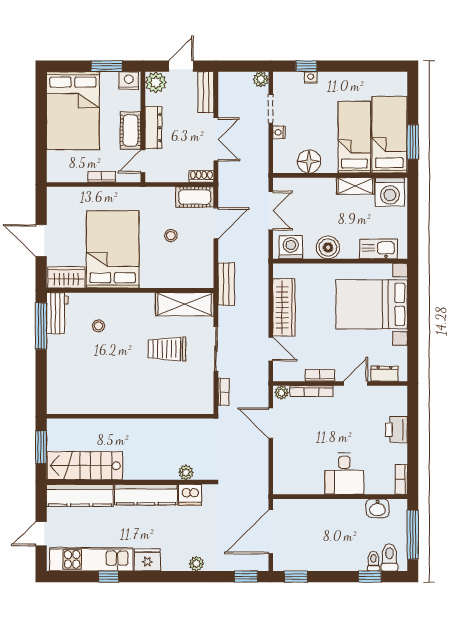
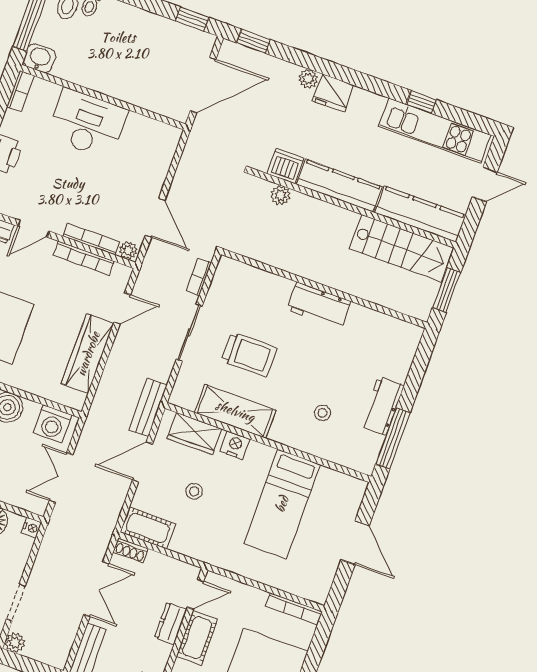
dresser: (153, 128) -> (171, 623), width x0.70
nightstand: (279, 132) -> (31, 528), moved
double door: (216, 139) -> (96, 589), swing flipped
bookcase: (102, 177) -> (294, 609), moved, width x1.56
door: (216, 223) -> (142, 462), moved
bed: (113, 249) -> (282, 504), width x0.67
wardrobe: (66, 277) -> (194, 434), moved
nightstand: (153, 280) -> (235, 445), added
shelving: (185, 304) -> (235, 411), moved
workbench: (57, 313) -> (382, 406), moved
door: (271, 349) -> (122, 308), swing flipped
bookcase: (320, 375) -> (84, 258), width x1.56
workbench: (129, 403) -> (319, 306), added
desk: (344, 474) -> (87, 124), width x1.37
washbasin: (378, 508) -> (40, 58), moved
fridge: (147, 560) -> (333, 93), moved

